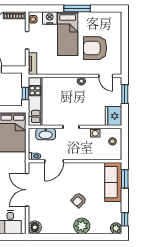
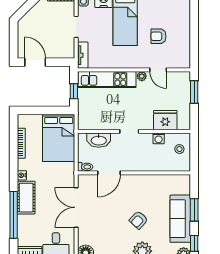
armchair: (95, 48) -> (158, 36), width x0.53, depth x0.53
door: (106, 76) -> (158, 70), moved
kitchen unit: (35, 102) -> (107, 80), moved, turned 90
fridge: (113, 116) -> (165, 120), moved, turned 90
window: (125, 179) -> (194, 210), moved
sofa: (113, 182) -> (180, 219), moved

